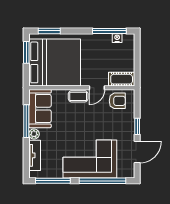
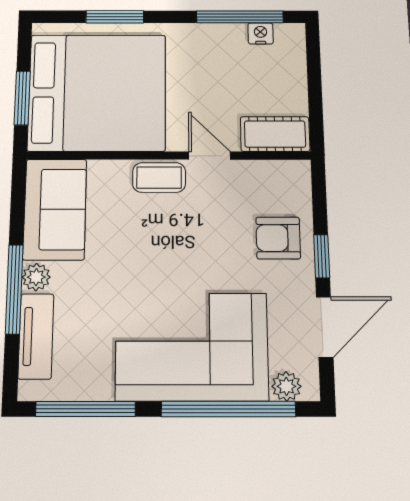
window: (49, 31) -> (115, 17), moved
window: (26, 52) -> (22, 98), moved
door: (97, 88) -> (210, 156), swing flipped
armchair: (117, 101) -> (278, 238), moved, turned 180
window: (26, 121) -> (14, 289), moved
plant: (123, 173) -> (286, 386), added

